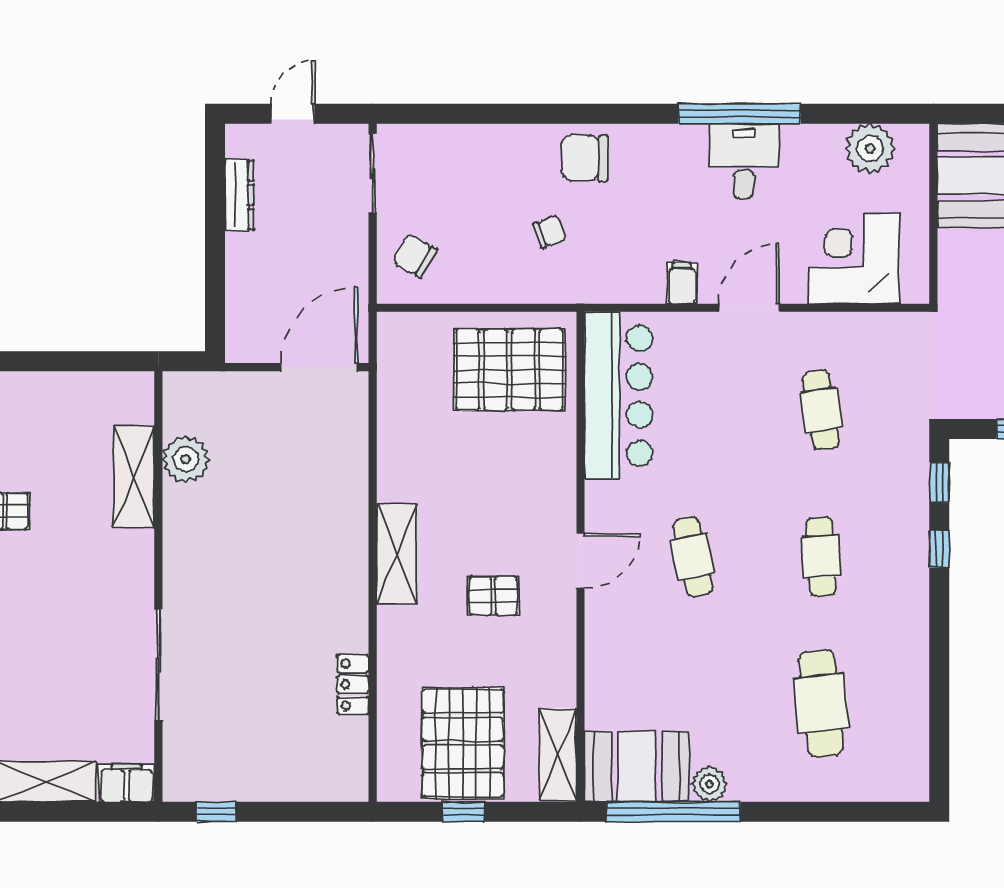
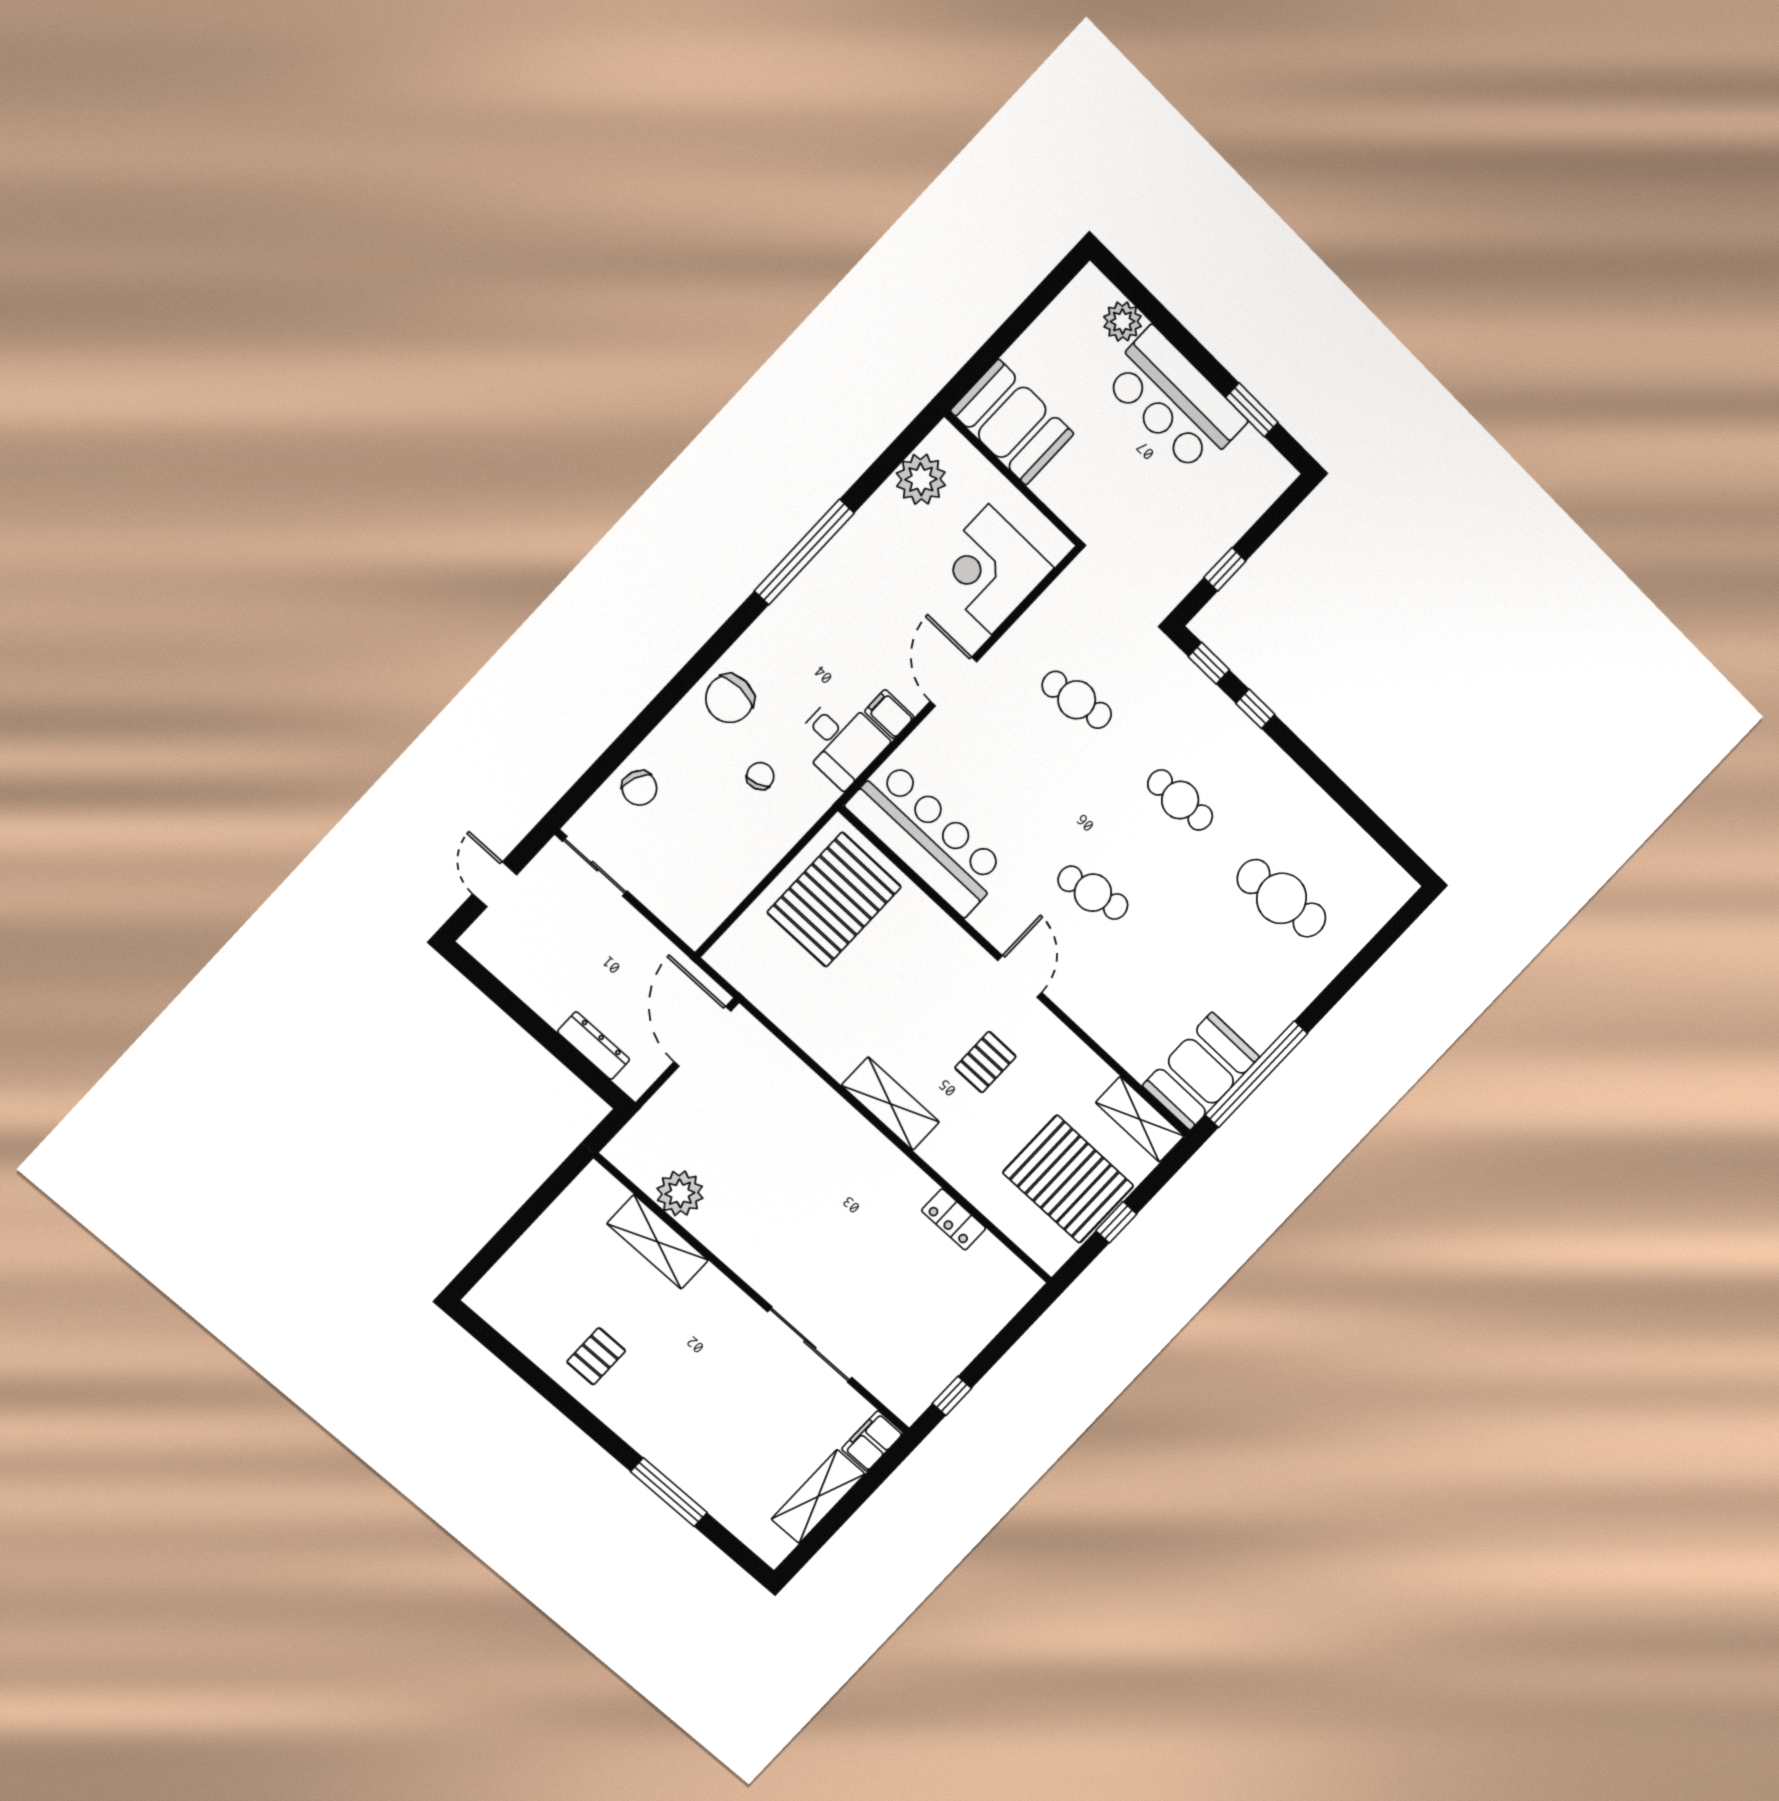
desk: (744, 161) -> (841, 741), moved, turned 180
dresser: (239, 195) -> (594, 1046), moved
chair: (415, 256) -> (639, 788), moved, turned -98
plant: (709, 784) -> (1262, 1031), removed

